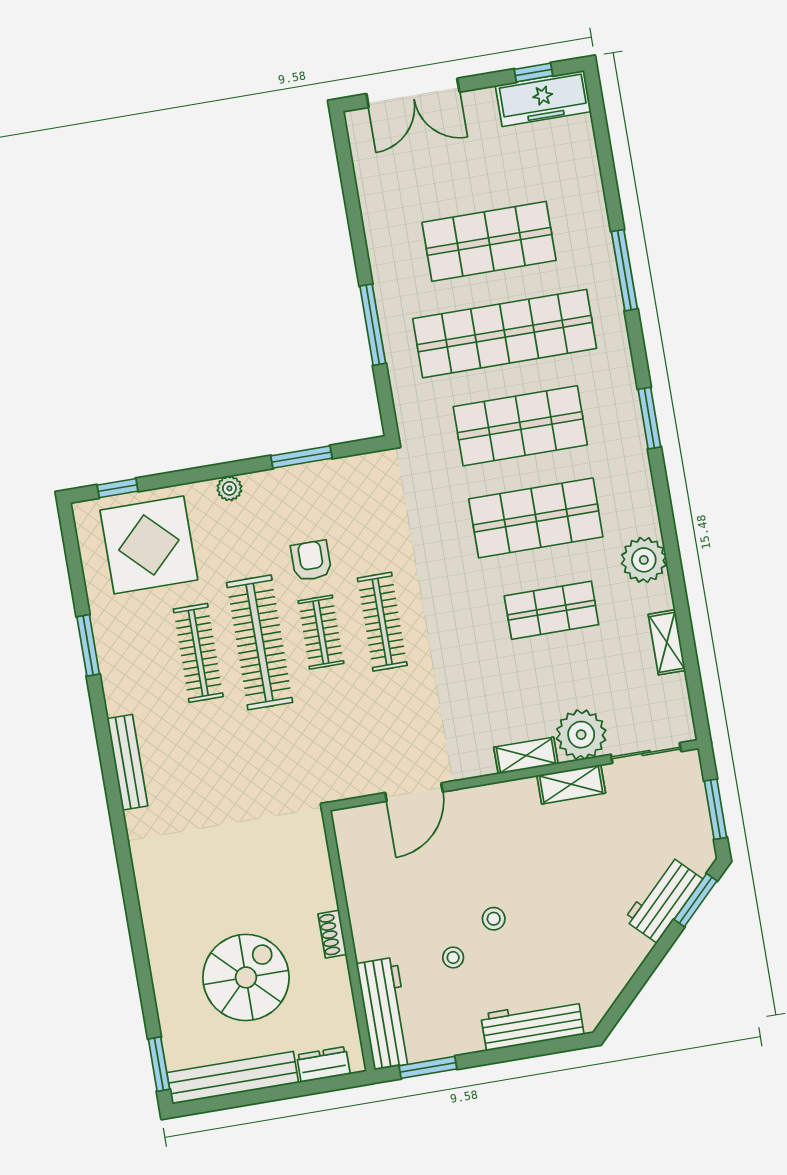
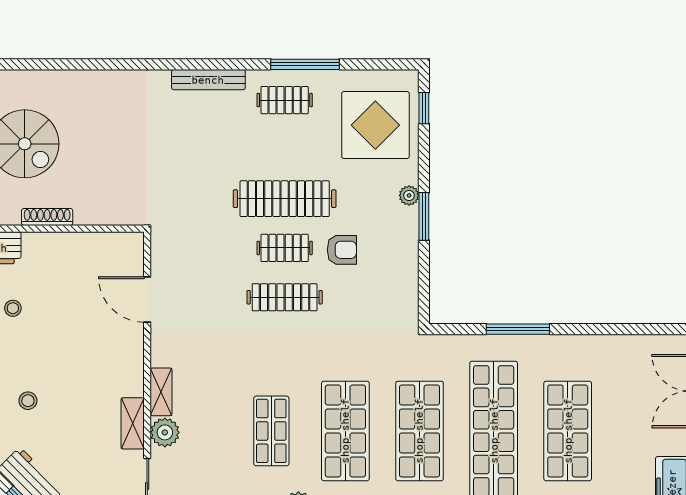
window: (301, 457) -> (424, 216), moved
window: (88, 645) -> (305, 64), width x1.44
clothes rail: (198, 653) -> (285, 100), moved, width x0.73
plant: (581, 735) -> (165, 432), width x0.73, depth x0.73
stool: (494, 919) -> (28, 401), moved
shoe rack: (332, 934) -> (47, 217), width x1.43

